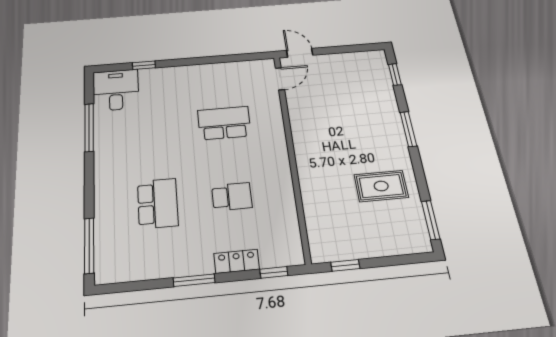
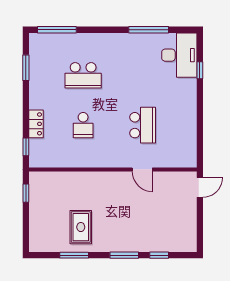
window: (395, 74) -> (159, 255), moved
door: (280, 79) -> (142, 169), moved
desk: (116, 90) -> (179, 55), width x1.37
window: (431, 220) -> (74, 255), moved
window: (194, 280) -> (26, 68), moved

